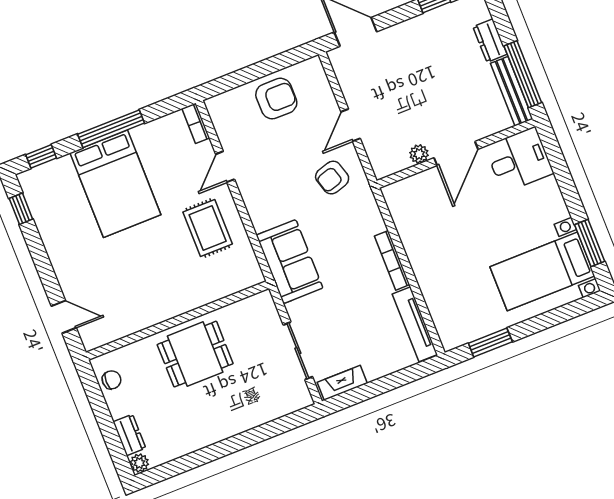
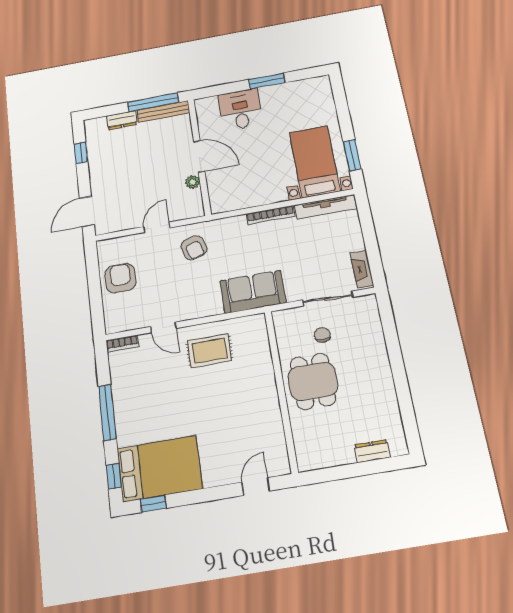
door: (351, 125) -> (157, 227), swing flipped
desk: (519, 160) -> (240, 110), moved
bed: (115, 184) -> (160, 469), moved
window: (590, 243) -> (267, 81), moved
bed with nightstands: (542, 271) -> (315, 162), moved, turned 180
chair: (112, 380) -> (322, 335), moved
plant: (139, 463) -> (399, 448), removed

